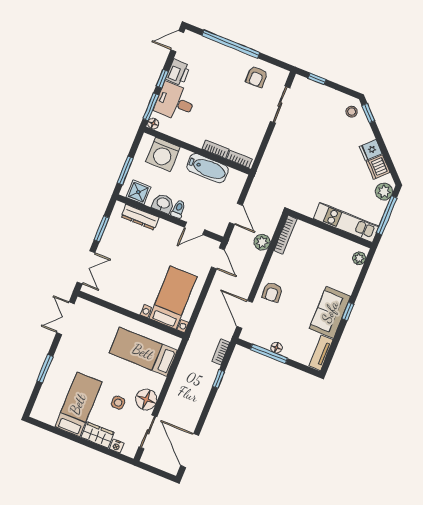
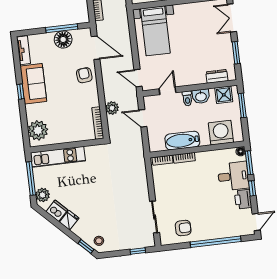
armchair: (257, 77) -> (183, 228), turned 90
dresser: (140, 217) -> (217, 76), width x0.70
plant: (359, 258) -> (38, 130), width x1.87, depth x1.87
floor lamp: (276, 348) -> (63, 39), width x1.89, depth x1.89

